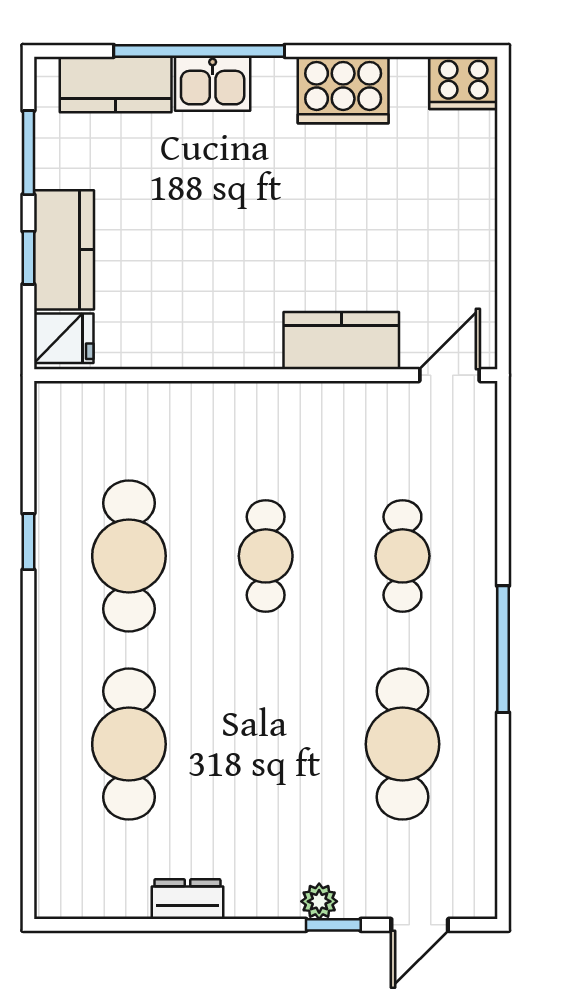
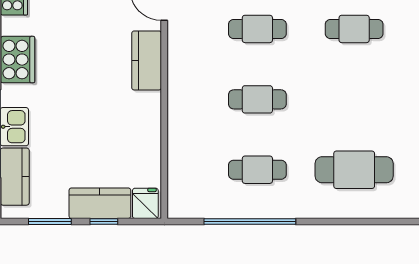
window: (28, 542) -> (250, 221), width x3.17
cafe table: (129, 556) -> (257, 170), width x0.73, depth x0.74
cafe table: (402, 744) -> (354, 29), width x0.73, depth x0.74

